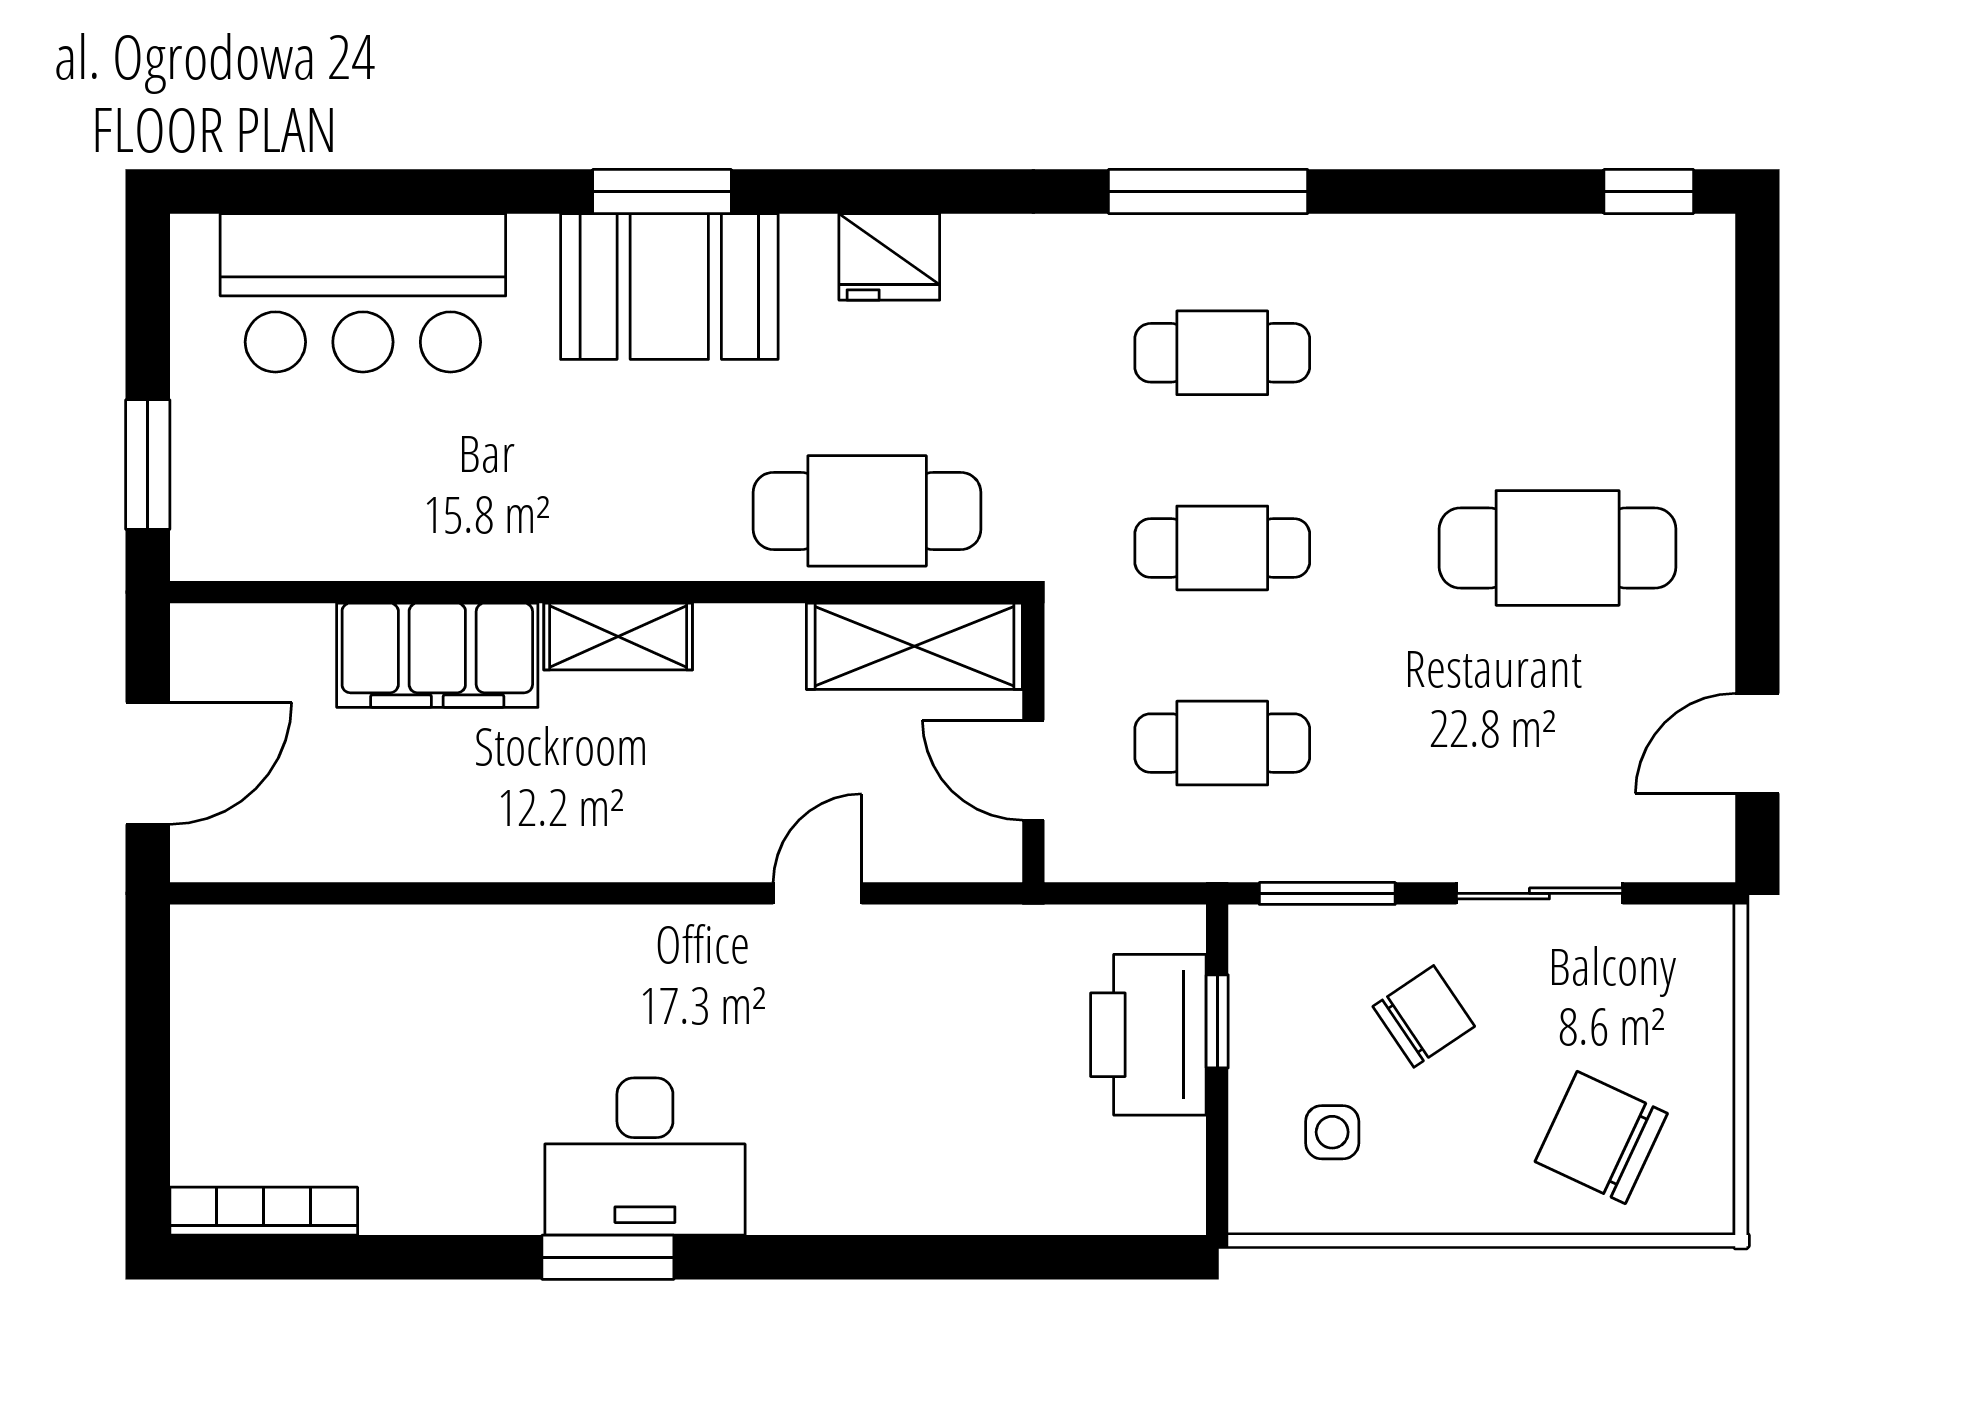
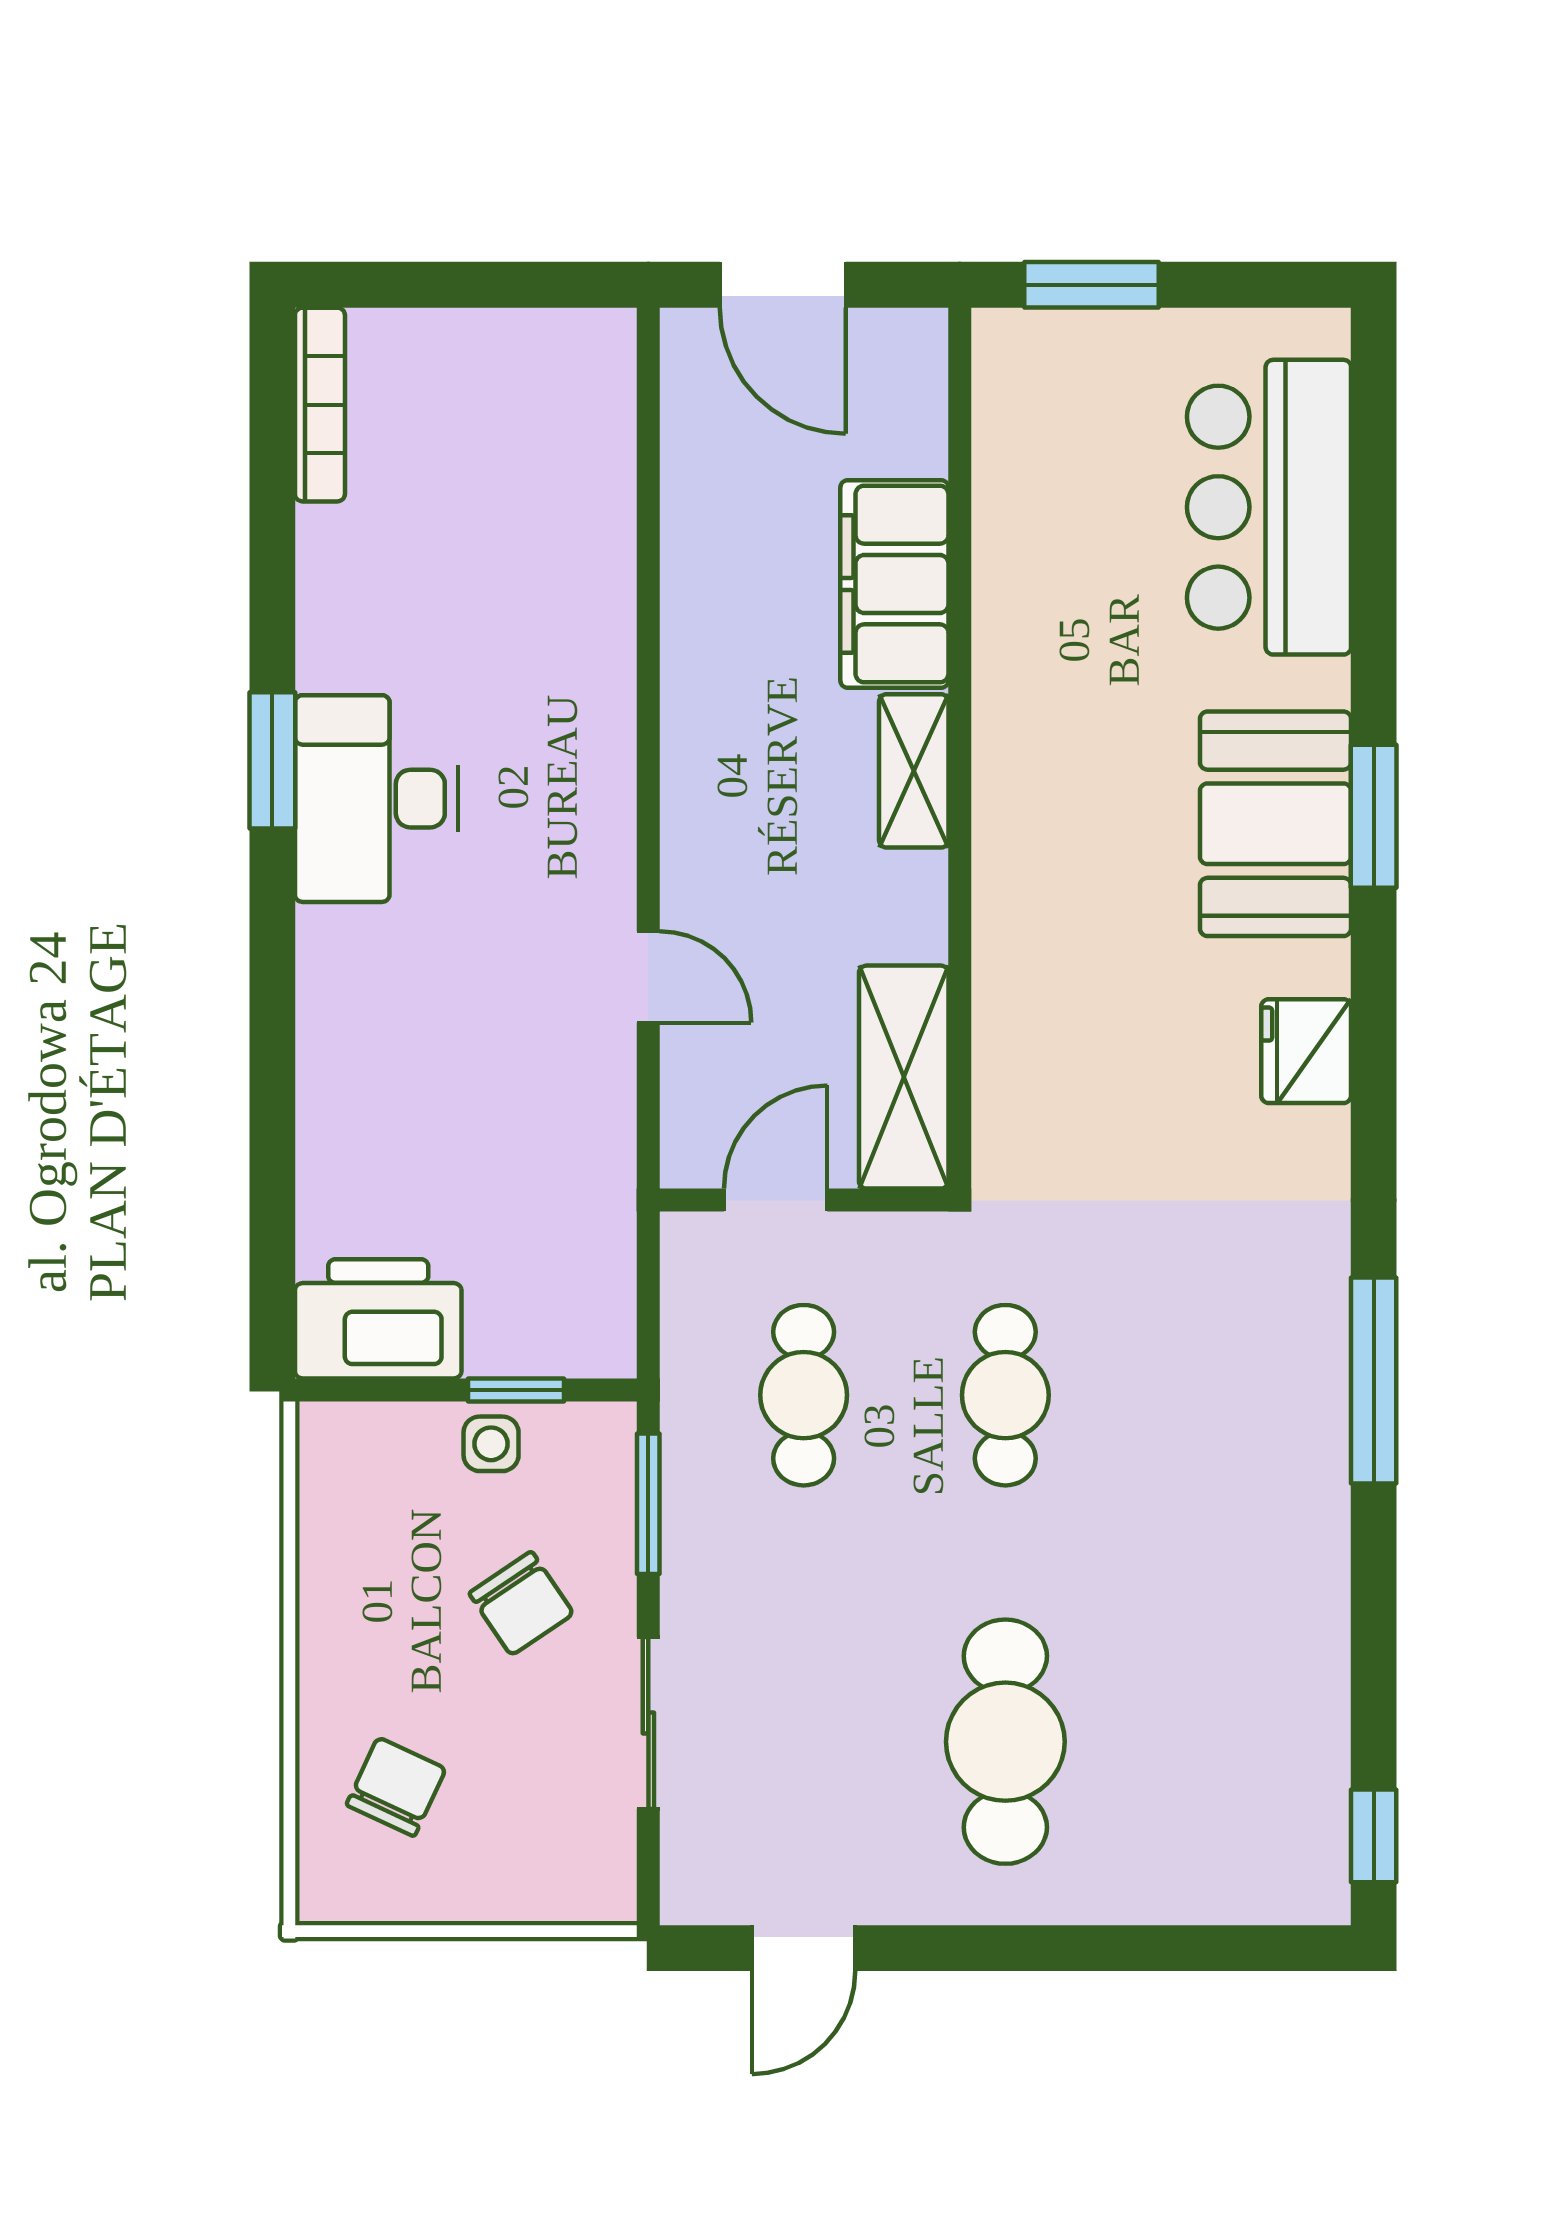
cafe table: (1222, 353) -> (1207, 1395), removed
cafe table: (867, 511) -> (1044, 1028), removed
door: (1757, 743) -> (803, 1948), swing flipped
printer: (1148, 1035) -> (378, 1319), moved
side table: (1332, 1132) -> (491, 1444), moved
chair: (1601, 1137) -> (396, 1787), width x0.73, depth x0.73

